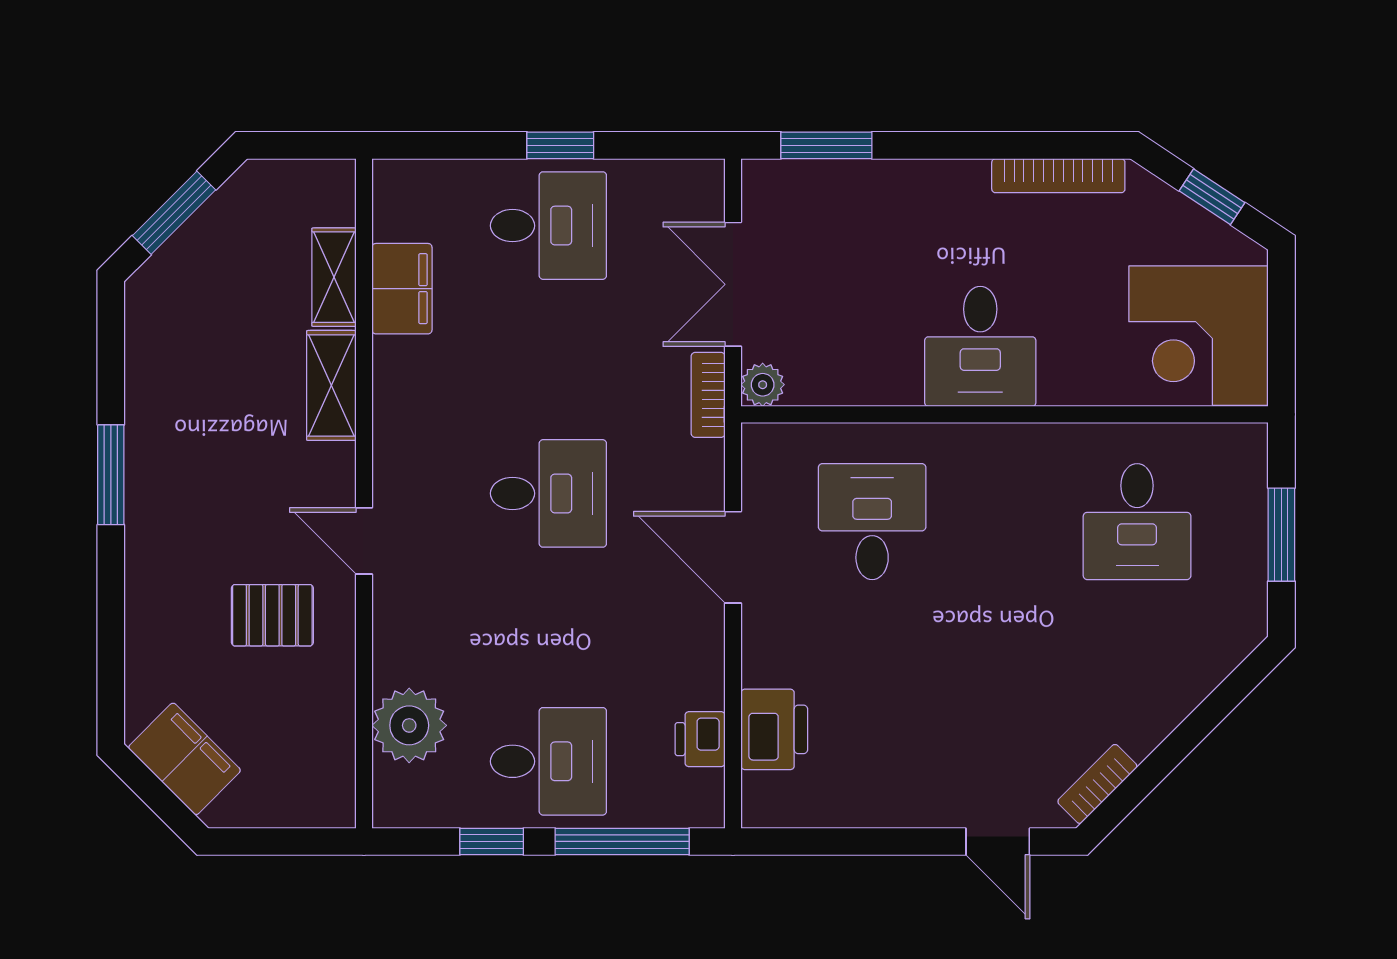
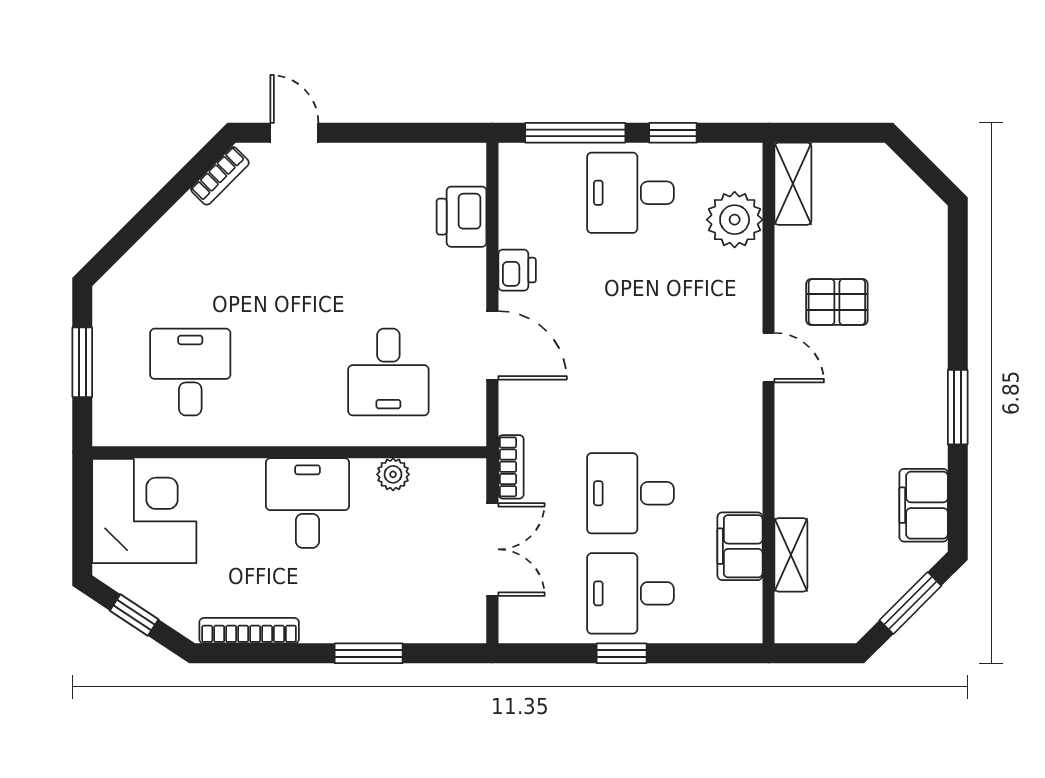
window: (826, 145) -> (369, 653), moved
shelving: (331, 385) -> (793, 184), moved
plant: (763, 385) -> (393, 474), moved
desk: (548, 493) -> (630, 493), moved
printer: (700, 739) -> (517, 270), moved
filing cabinet: (185, 759) -> (924, 505), moved, turned 45

